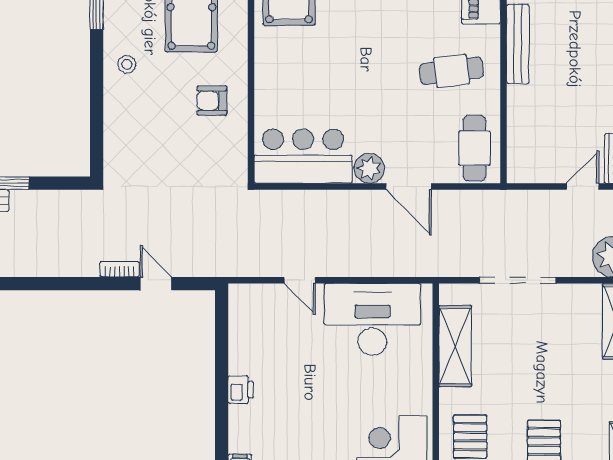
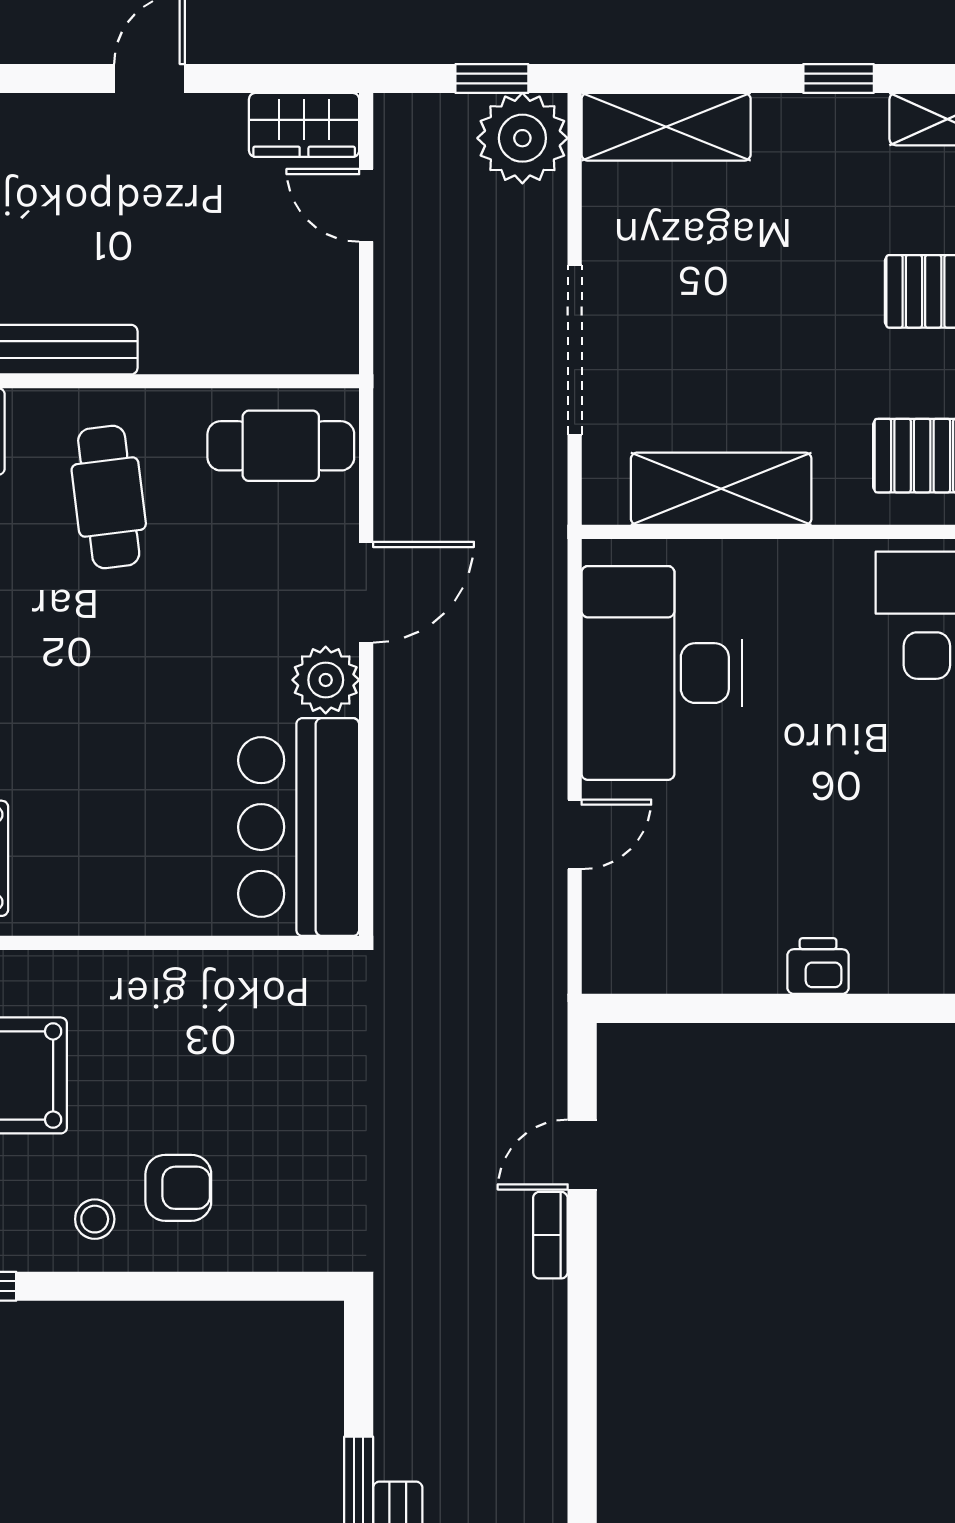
armchair: (212, 101) -> (178, 1188), moved, turned -90

